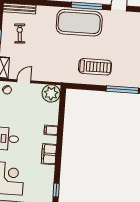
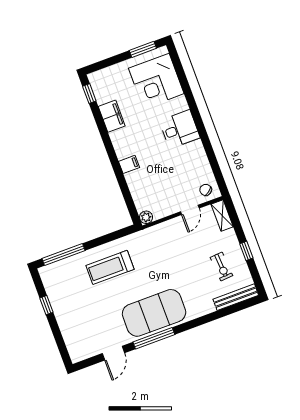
plant: (51, 93) -> (146, 217), width x0.53, depth x0.53
filing cabinet: (49, 154) -> (112, 116), moved

